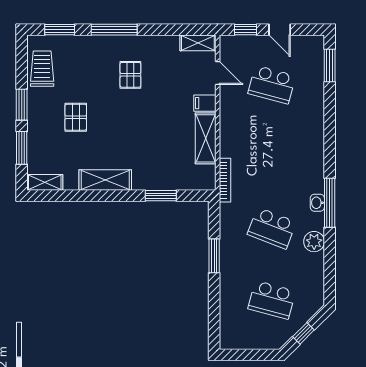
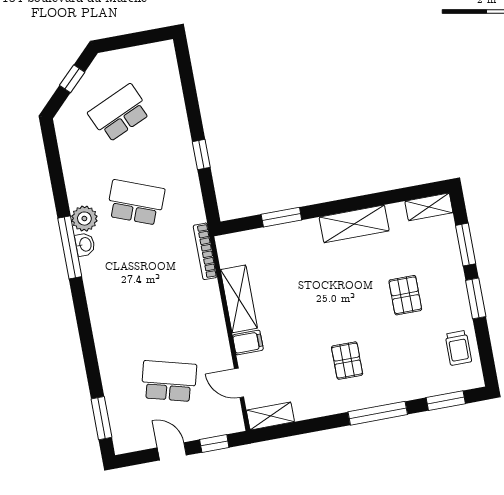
trolley: (42, 69) -> (458, 348), width x0.73, depth x0.72
plant: (314, 242) -> (84, 219), moved
window: (214, 256) -> (201, 155), width x0.67
school desk: (272, 300) -> (119, 113), turned -39

